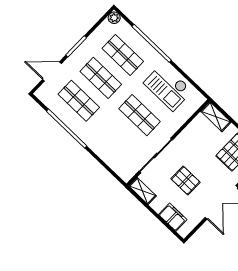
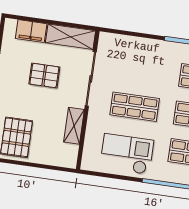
shelving: (216, 117) -> (74, 126), moved, turned 90
shelving: (143, 191) -> (70, 37), width x1.50, depth x1.33

